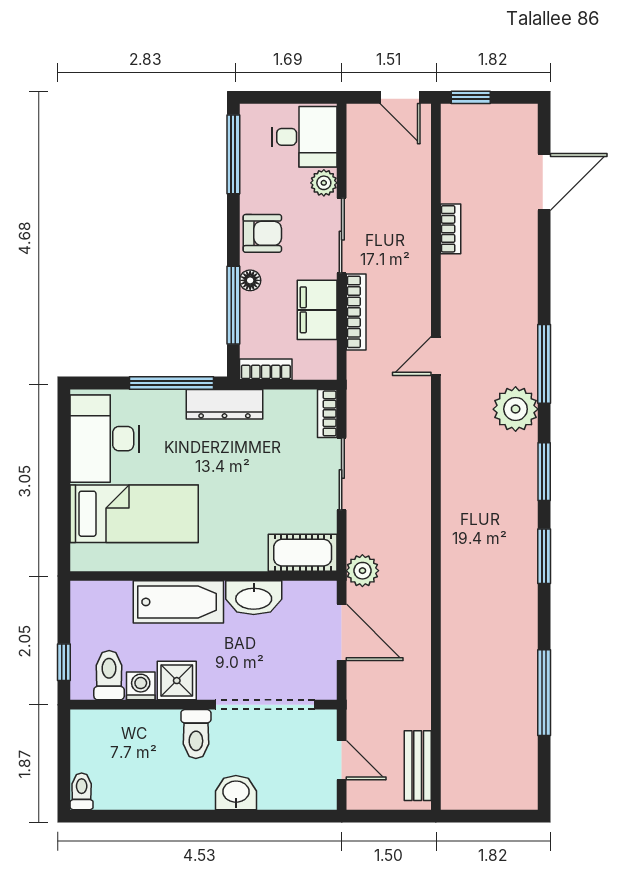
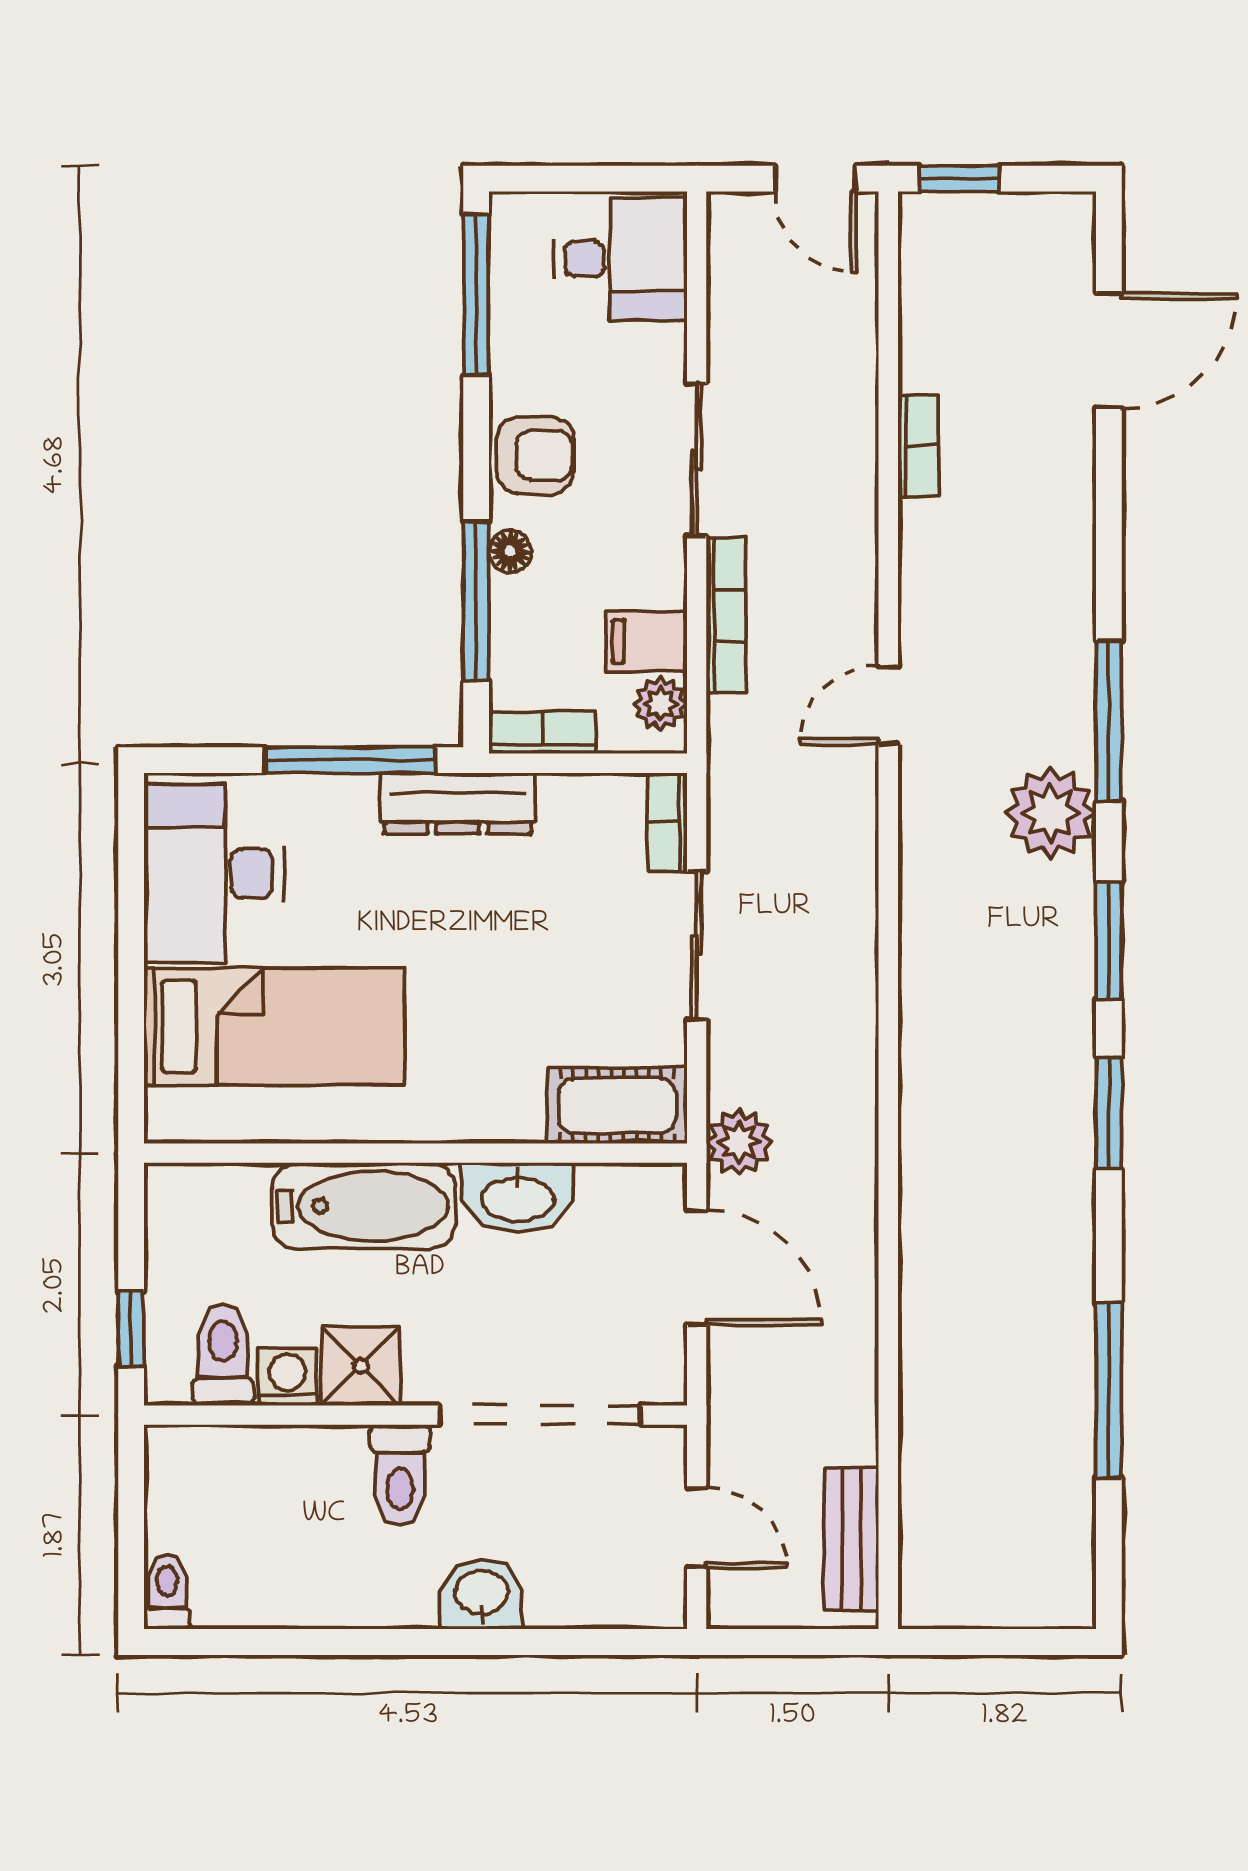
plant: (324, 183) -> (660, 704), moved
filing cabinet: (317, 310) -> (647, 641), width x0.50

